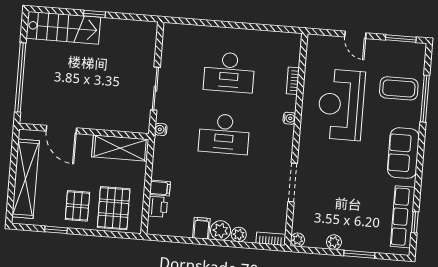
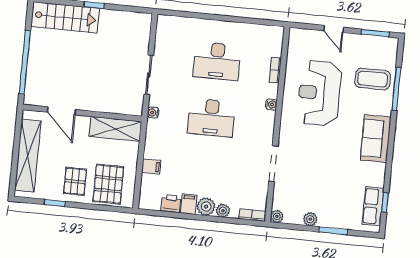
printer: (158, 207) -> (171, 204), moved, turned -90
row of seats: (403, 217) -> (373, 206), width x0.68

